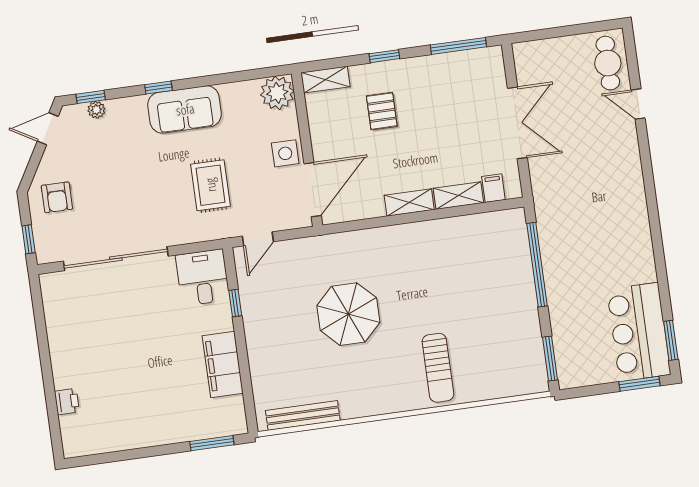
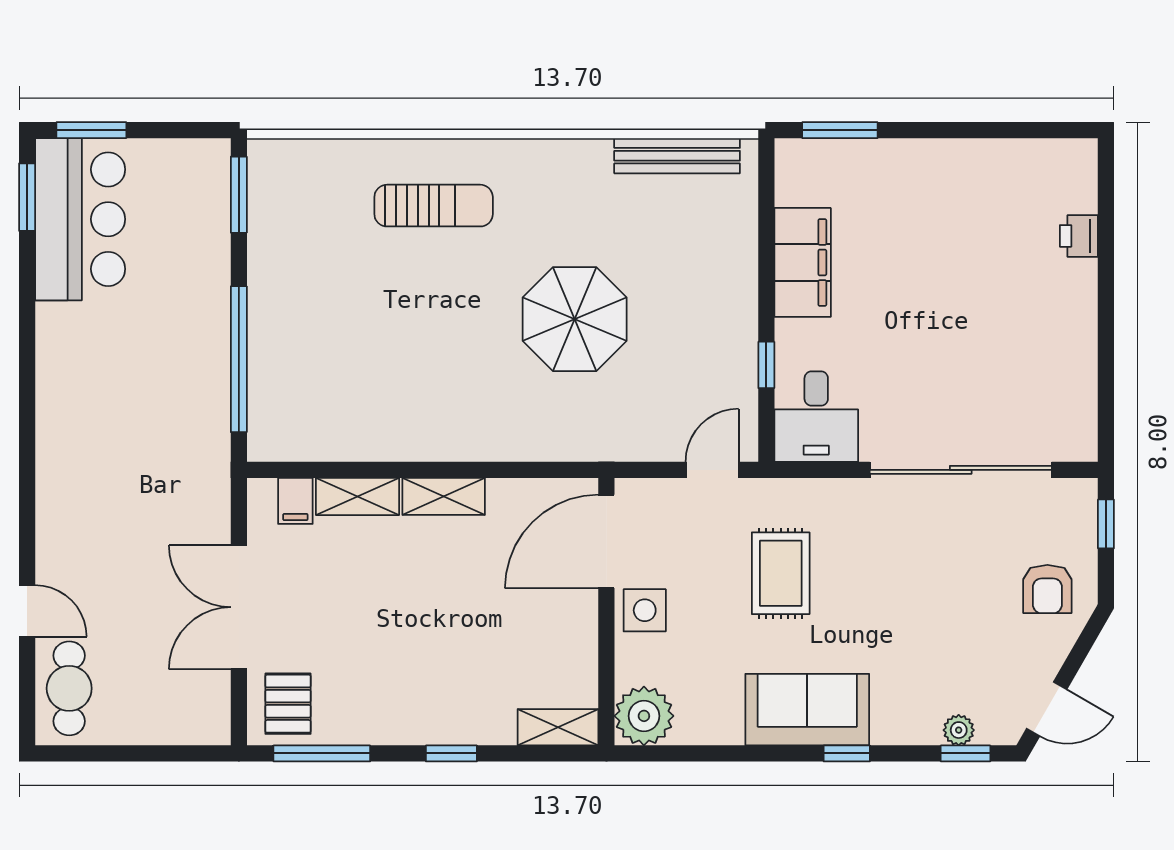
pallet: (382, 111) -> (288, 704), moved
armchair: (57, 197) -> (1047, 589), turned 180
sun lounger: (438, 368) -> (434, 206), turned 90

